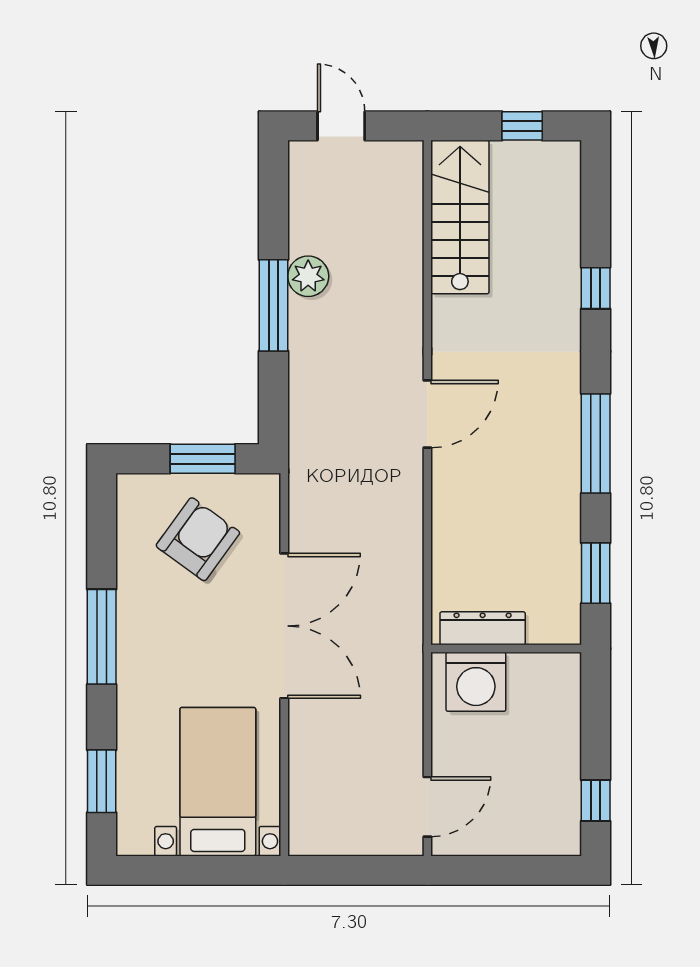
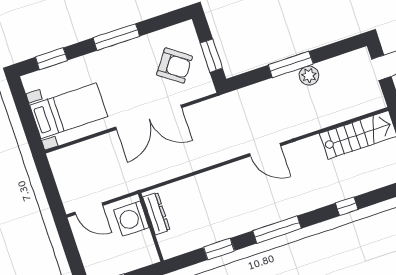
dresser: (483, 628) -> (156, 214), moved
wall: (506, 648) -> (151, 227), moved
washing machine: (476, 682) -> (131, 219), moved

